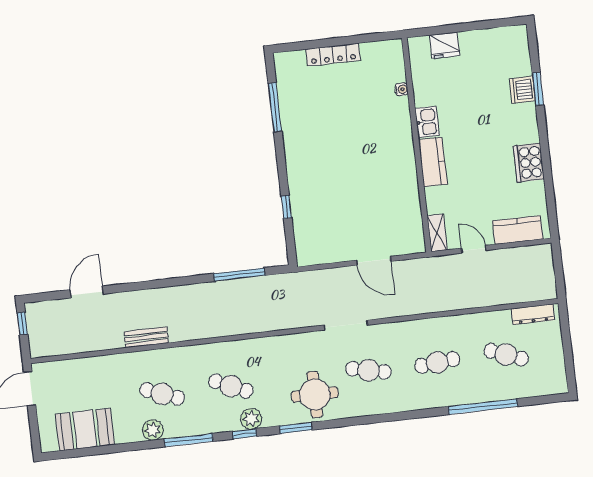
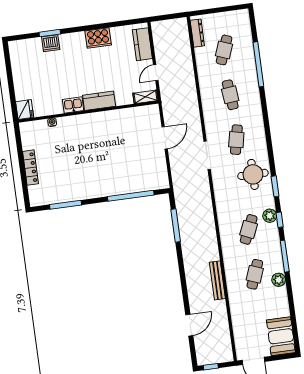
fridge: (445, 45) -> (25, 109), moved
window: (286, 207) -> (131, 196), width x3.17
door: (87, 292) -> (189, 325), swing flipped
bench: (146, 337) -> (217, 280), width x1.36
booth: (85, 429) -> (281, 336), moved

